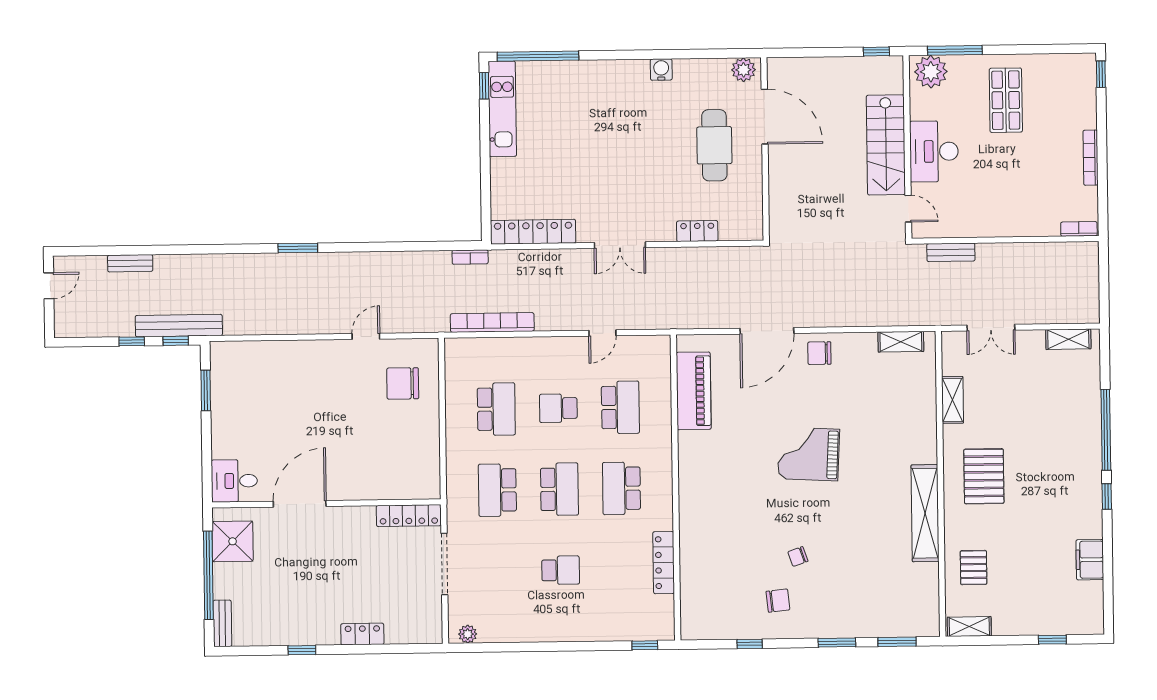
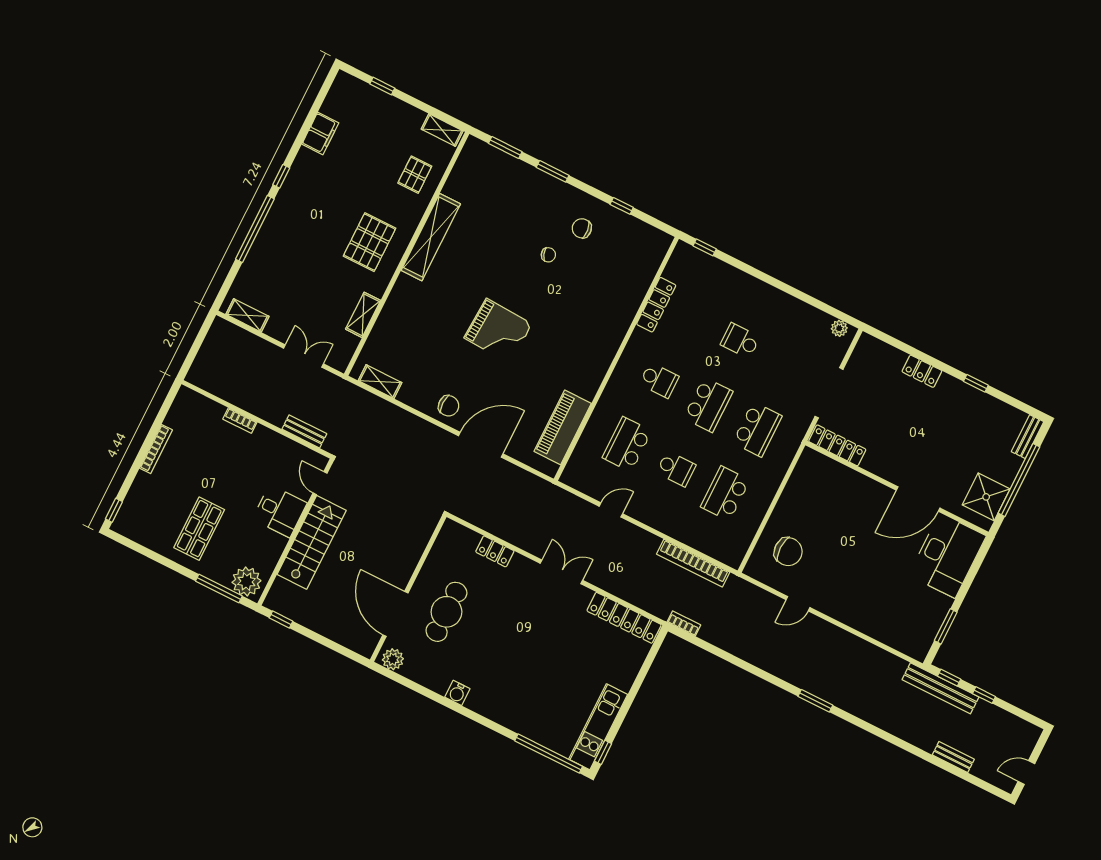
desk: (934, 151) -> (280, 511), width x0.73
bookcase: (1079, 229) -> (240, 421), moved
desk: (234, 481) -> (947, 556), width x1.87, depth x1.30
school desk: (621, 488) -> (659, 380), width x0.54
school desk: (559, 489) -> (708, 405), turned 180

